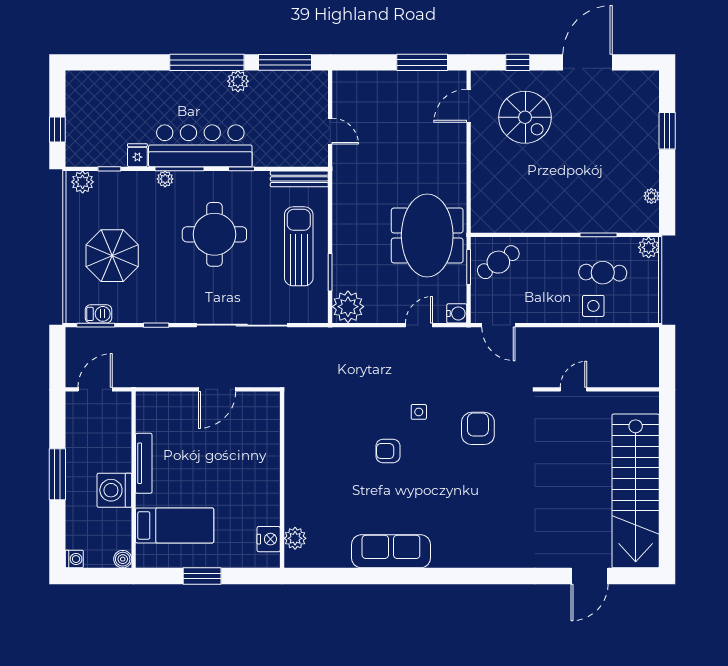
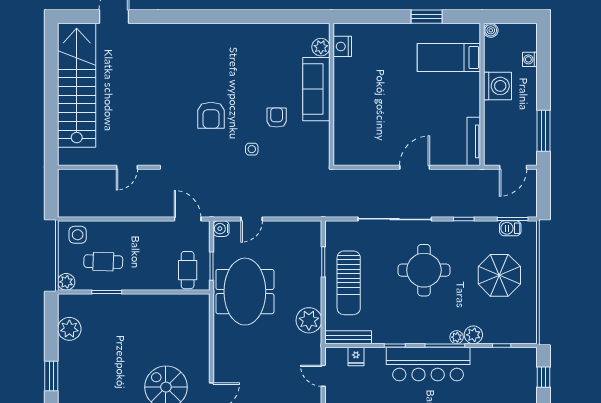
fridge: (137, 155) -> (356, 356), moved
plant: (83, 182) -> (473, 335), moved
plant: (651, 196) -> (69, 329), width x1.87, depth x1.87
round table: (214, 234) -> (424, 270), moved
cafe table: (498, 262) -> (188, 270), turned -56
side table: (593, 306) -> (78, 235), moved
plant: (348, 307) -> (309, 320), moved
armchair: (478, 428) -> (211, 115), moved
armchair: (388, 451) -> (277, 118), turned -90
tv unit: (144, 463) -> (474, 141), moved
window: (57, 474) -> (544, 131), moved
wall: (282, 480) -> (331, 94), moved
plant: (295, 538) -> (321, 47), moved
nightstand: (269, 539) -> (342, 46), moved
sofa: (391, 551) -> (316, 89), moved, turned 90
washing machine: (74, 559) -> (530, 59), moved

